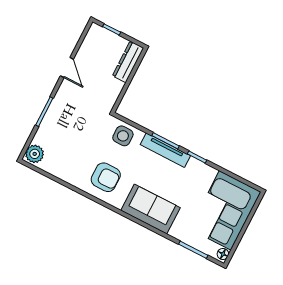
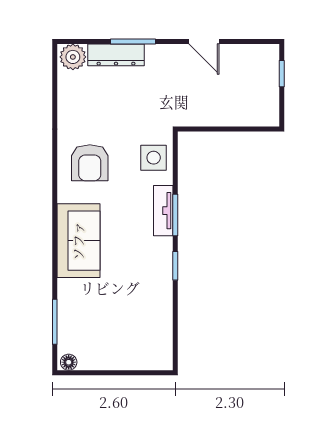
dresser: (128, 62) -> (116, 55), moved, turned 180
door: (67, 68) -> (204, 42), hinge flipped
tv unit: (165, 150) -> (163, 211), width x0.71
corner sofa: (225, 210) -> (126, 337), removed

